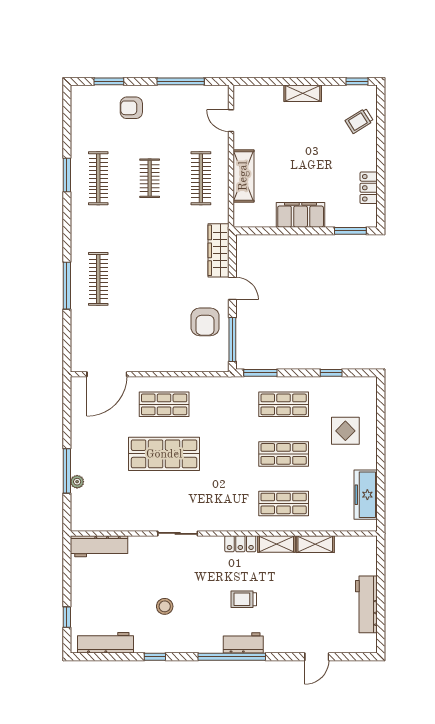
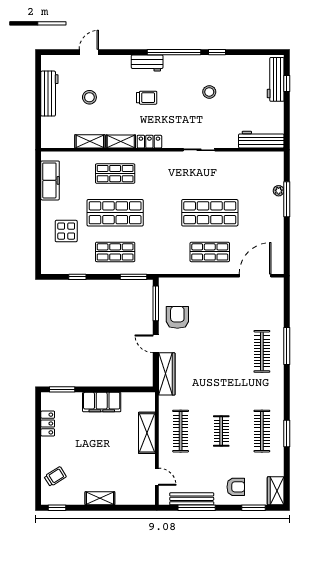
bench: (187, 93) -> (192, 499), added
wardrobe: (81, 103) -> (276, 491), added
shop shelf: (284, 454) -> (115, 213), width x1.43, depth x1.36
stool: (316, 600) -> (89, 97), added
workbench: (106, 643) -> (276, 79), moved, turned 90
window: (232, 657) -> (174, 52), moved

